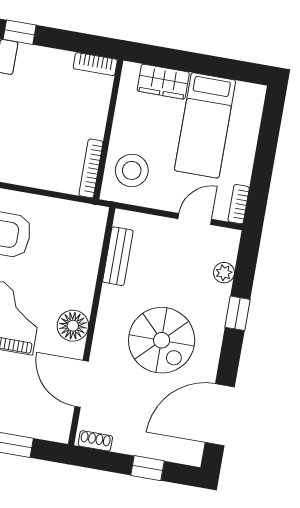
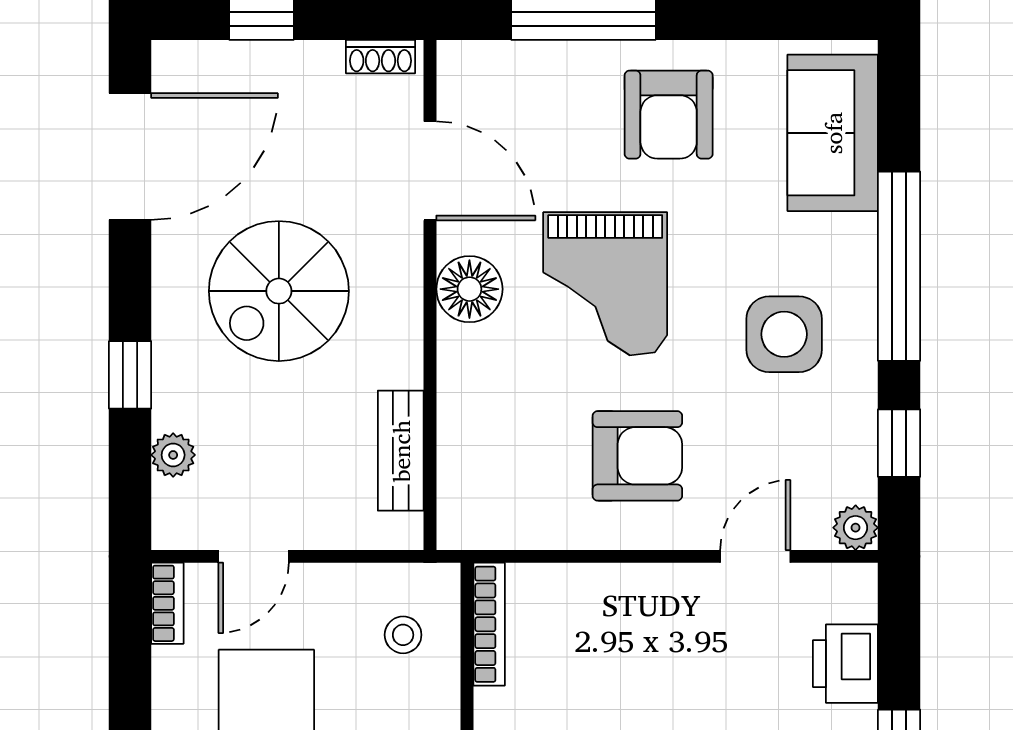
stool: (132, 170) -> (403, 635), width x0.53, depth x0.53
spiral stairs: (162, 340) -> (279, 291), turned -90

